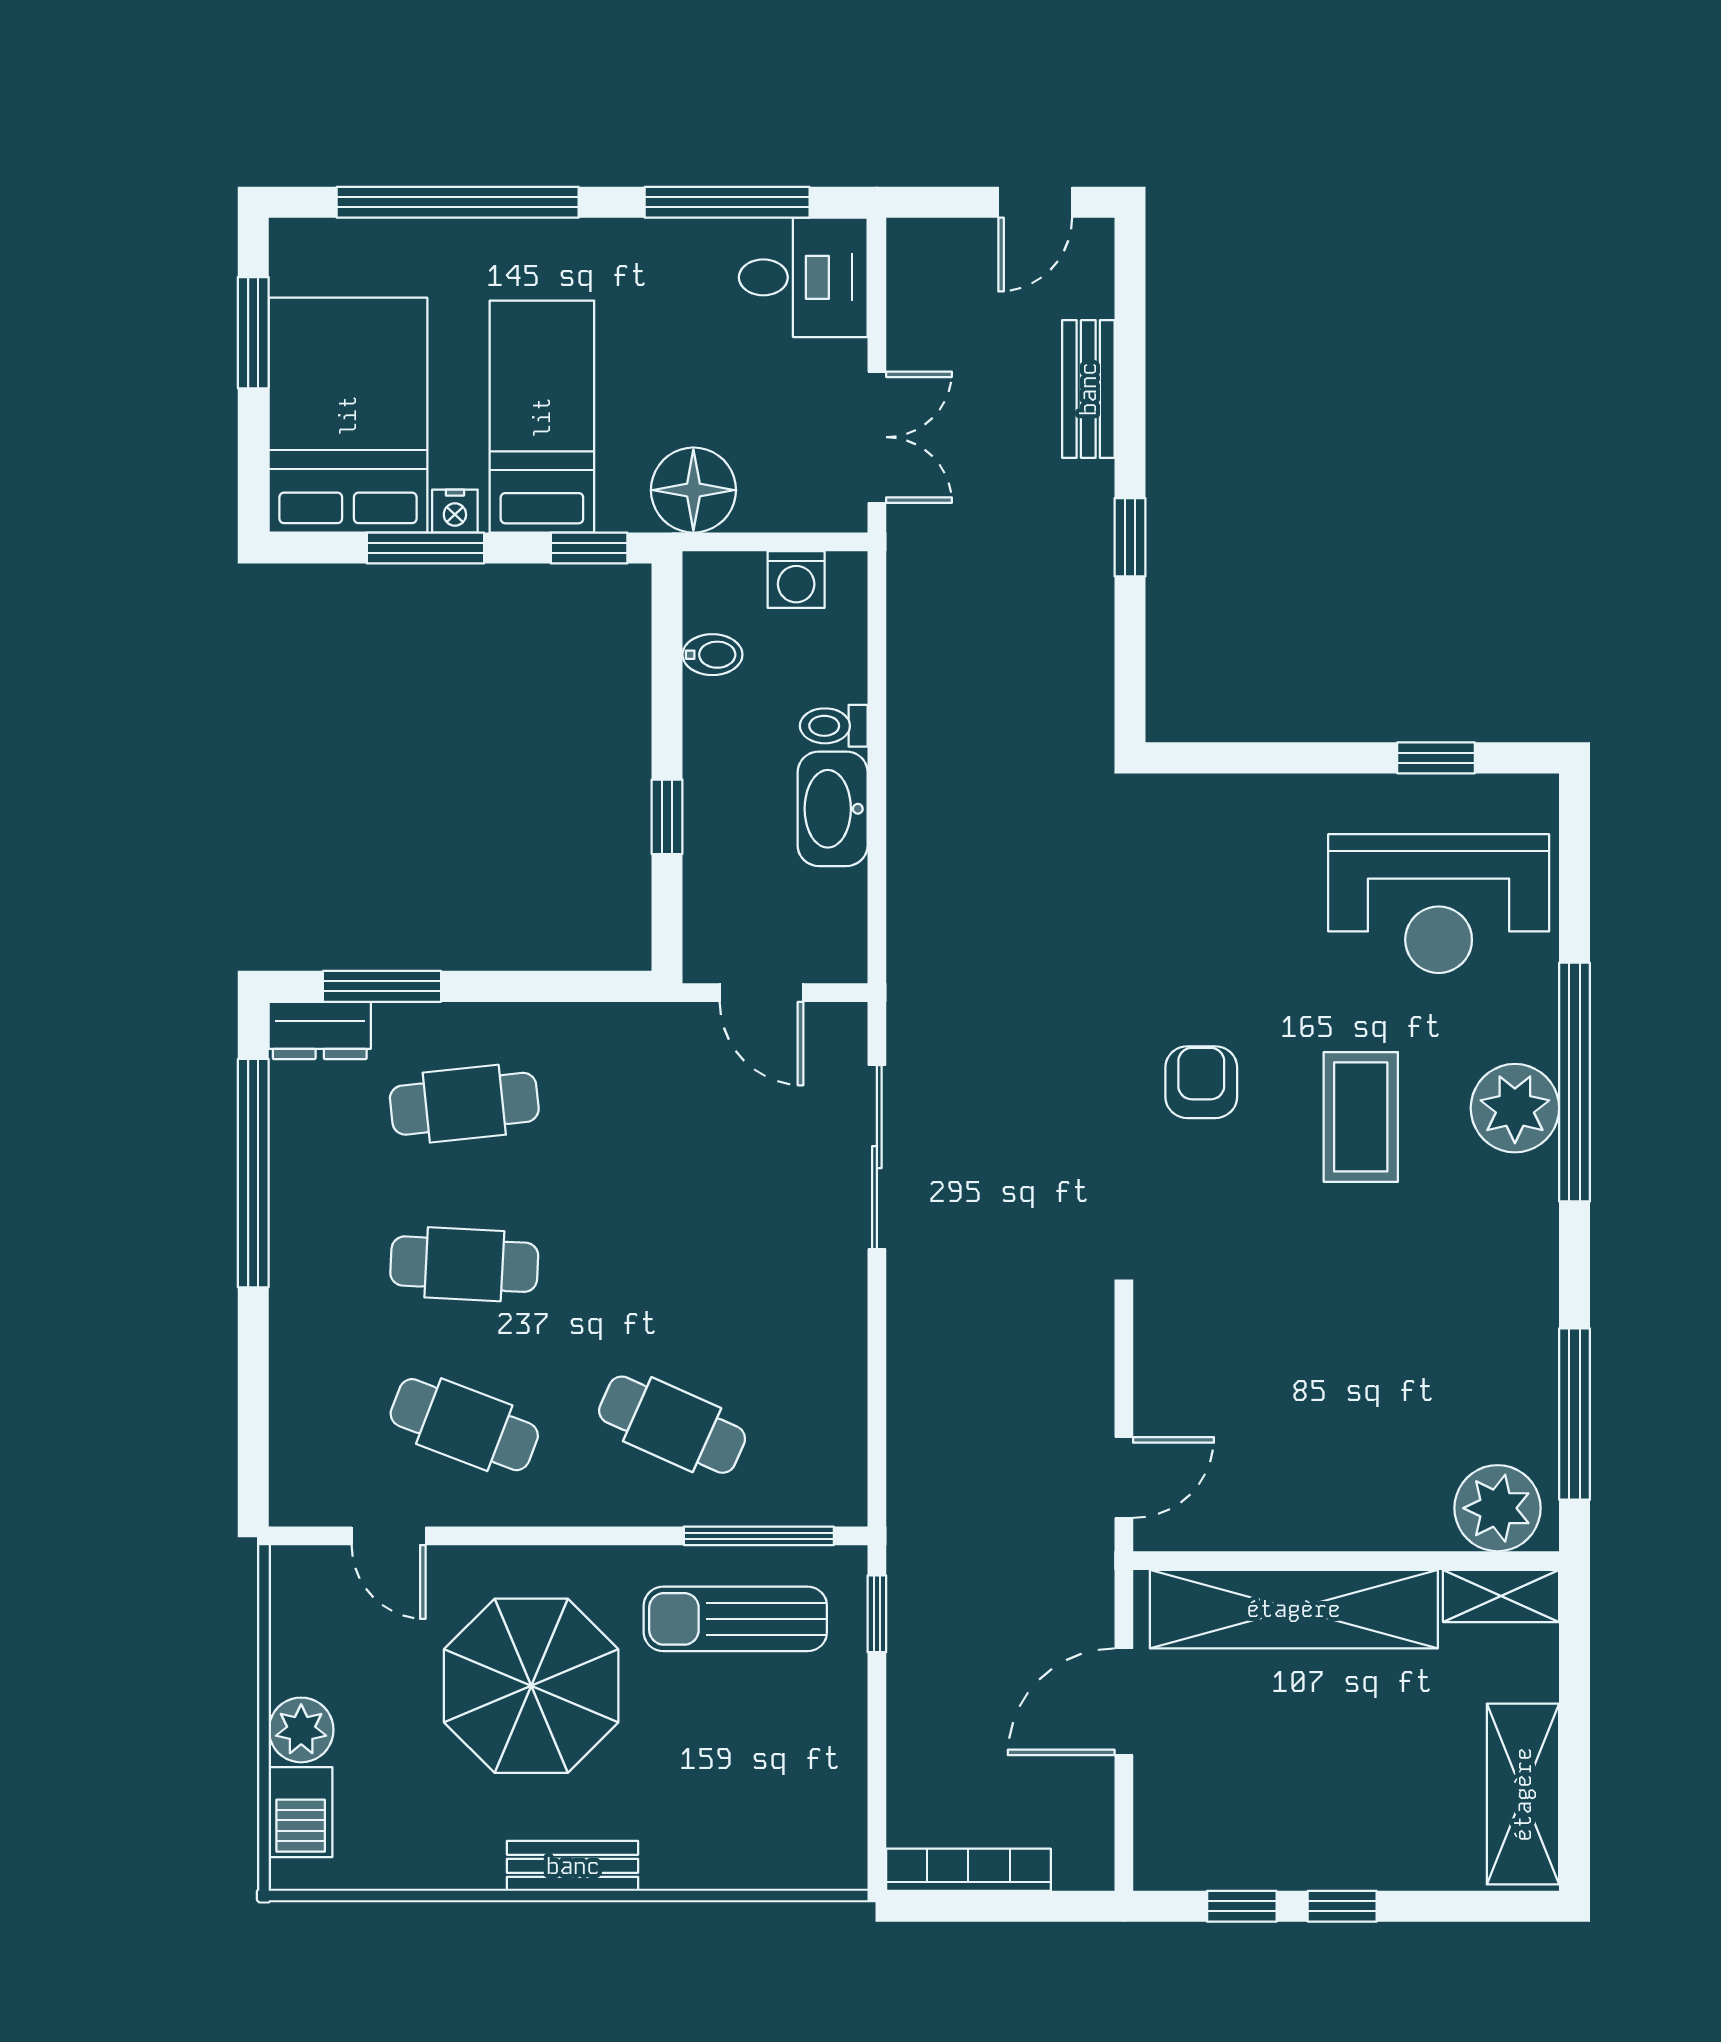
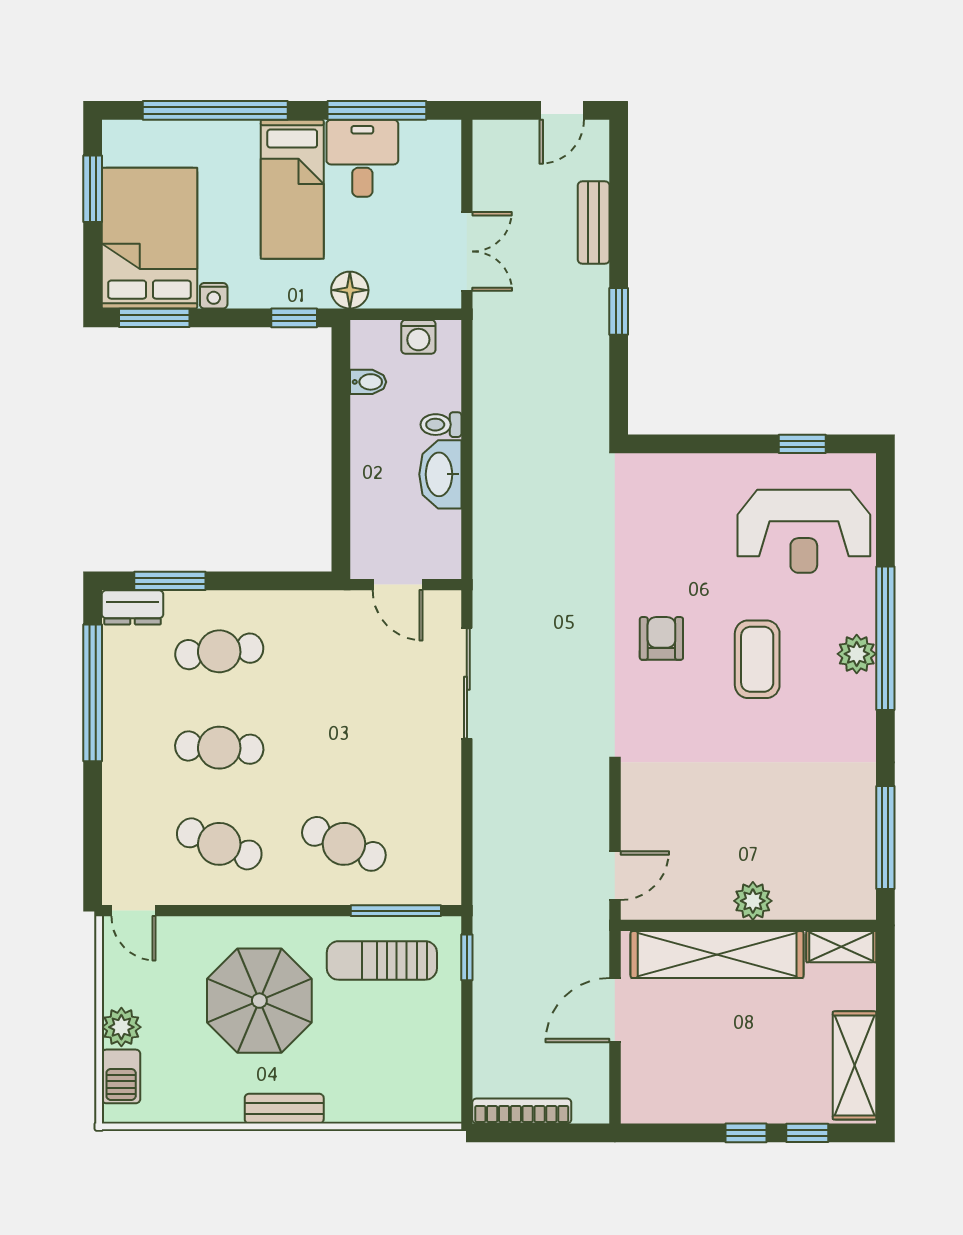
desk: (803, 277) -> (362, 158), moved, turned -90
bed: (542, 417) -> (292, 189), moved, turned 180
floor lamp: (693, 490) -> (350, 290), width x0.73, depth x0.73
window: (425, 548) -> (154, 318), moved
window: (667, 817) -> (341, 479), removed
plant: (1515, 1108) -> (857, 654), width x0.73, depth x0.73
plant: (1498, 1508) -> (753, 901), moved, width x0.73, depth x0.73
door: (389, 1536) -> (133, 911), moved
window: (1242, 1906) -> (807, 1133), moved

